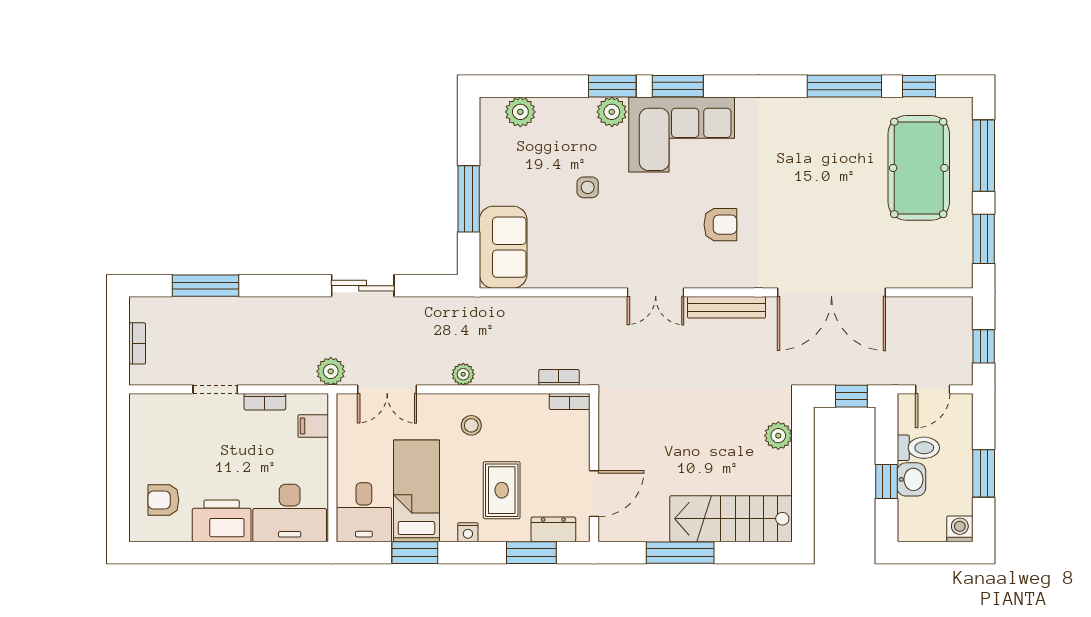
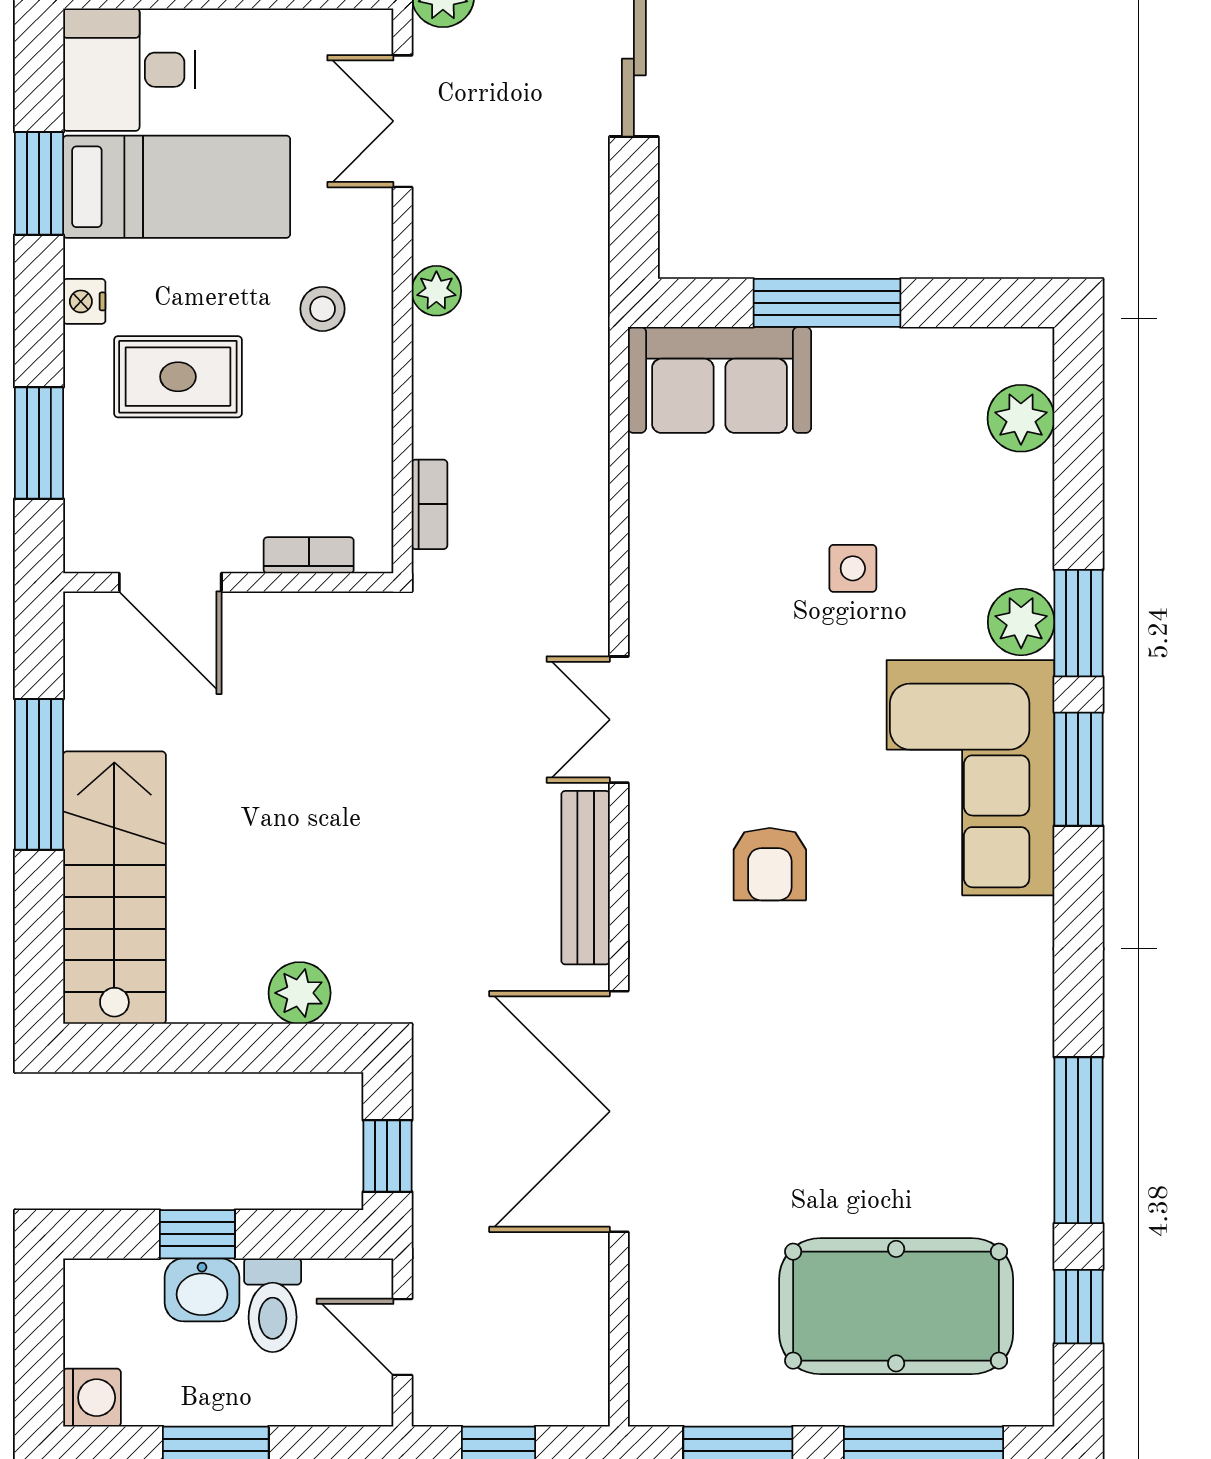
bookcase: (570, 402) -> (309, 555), moved, turned 90
dresser: (553, 529) -> (91, 492), removed

